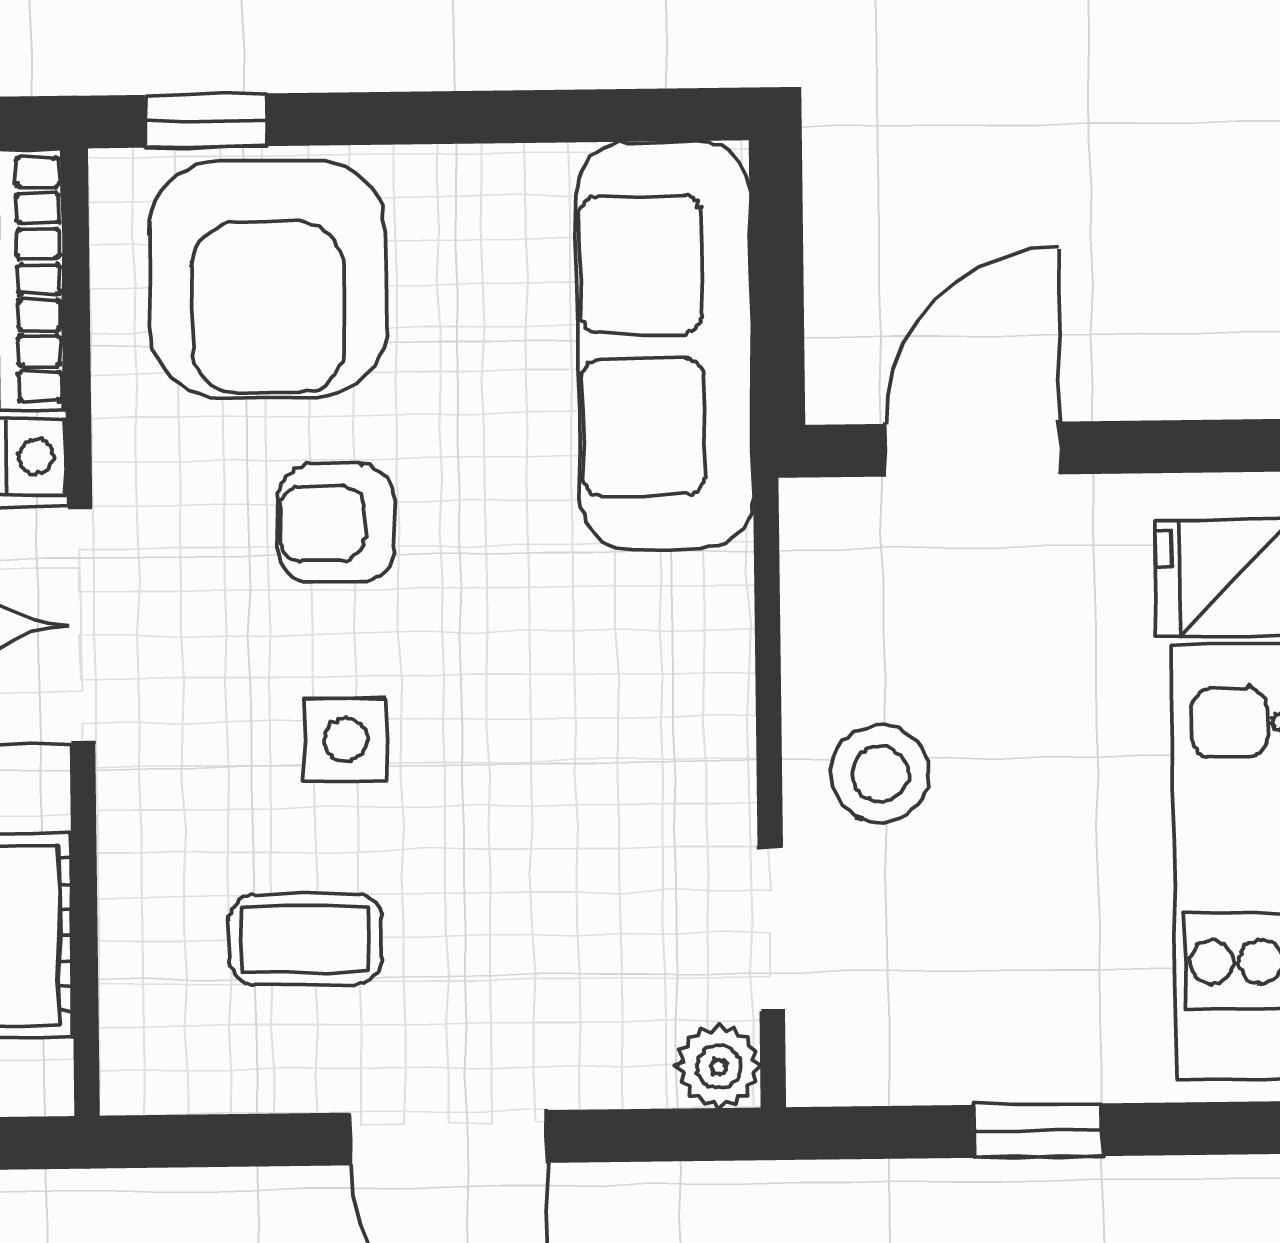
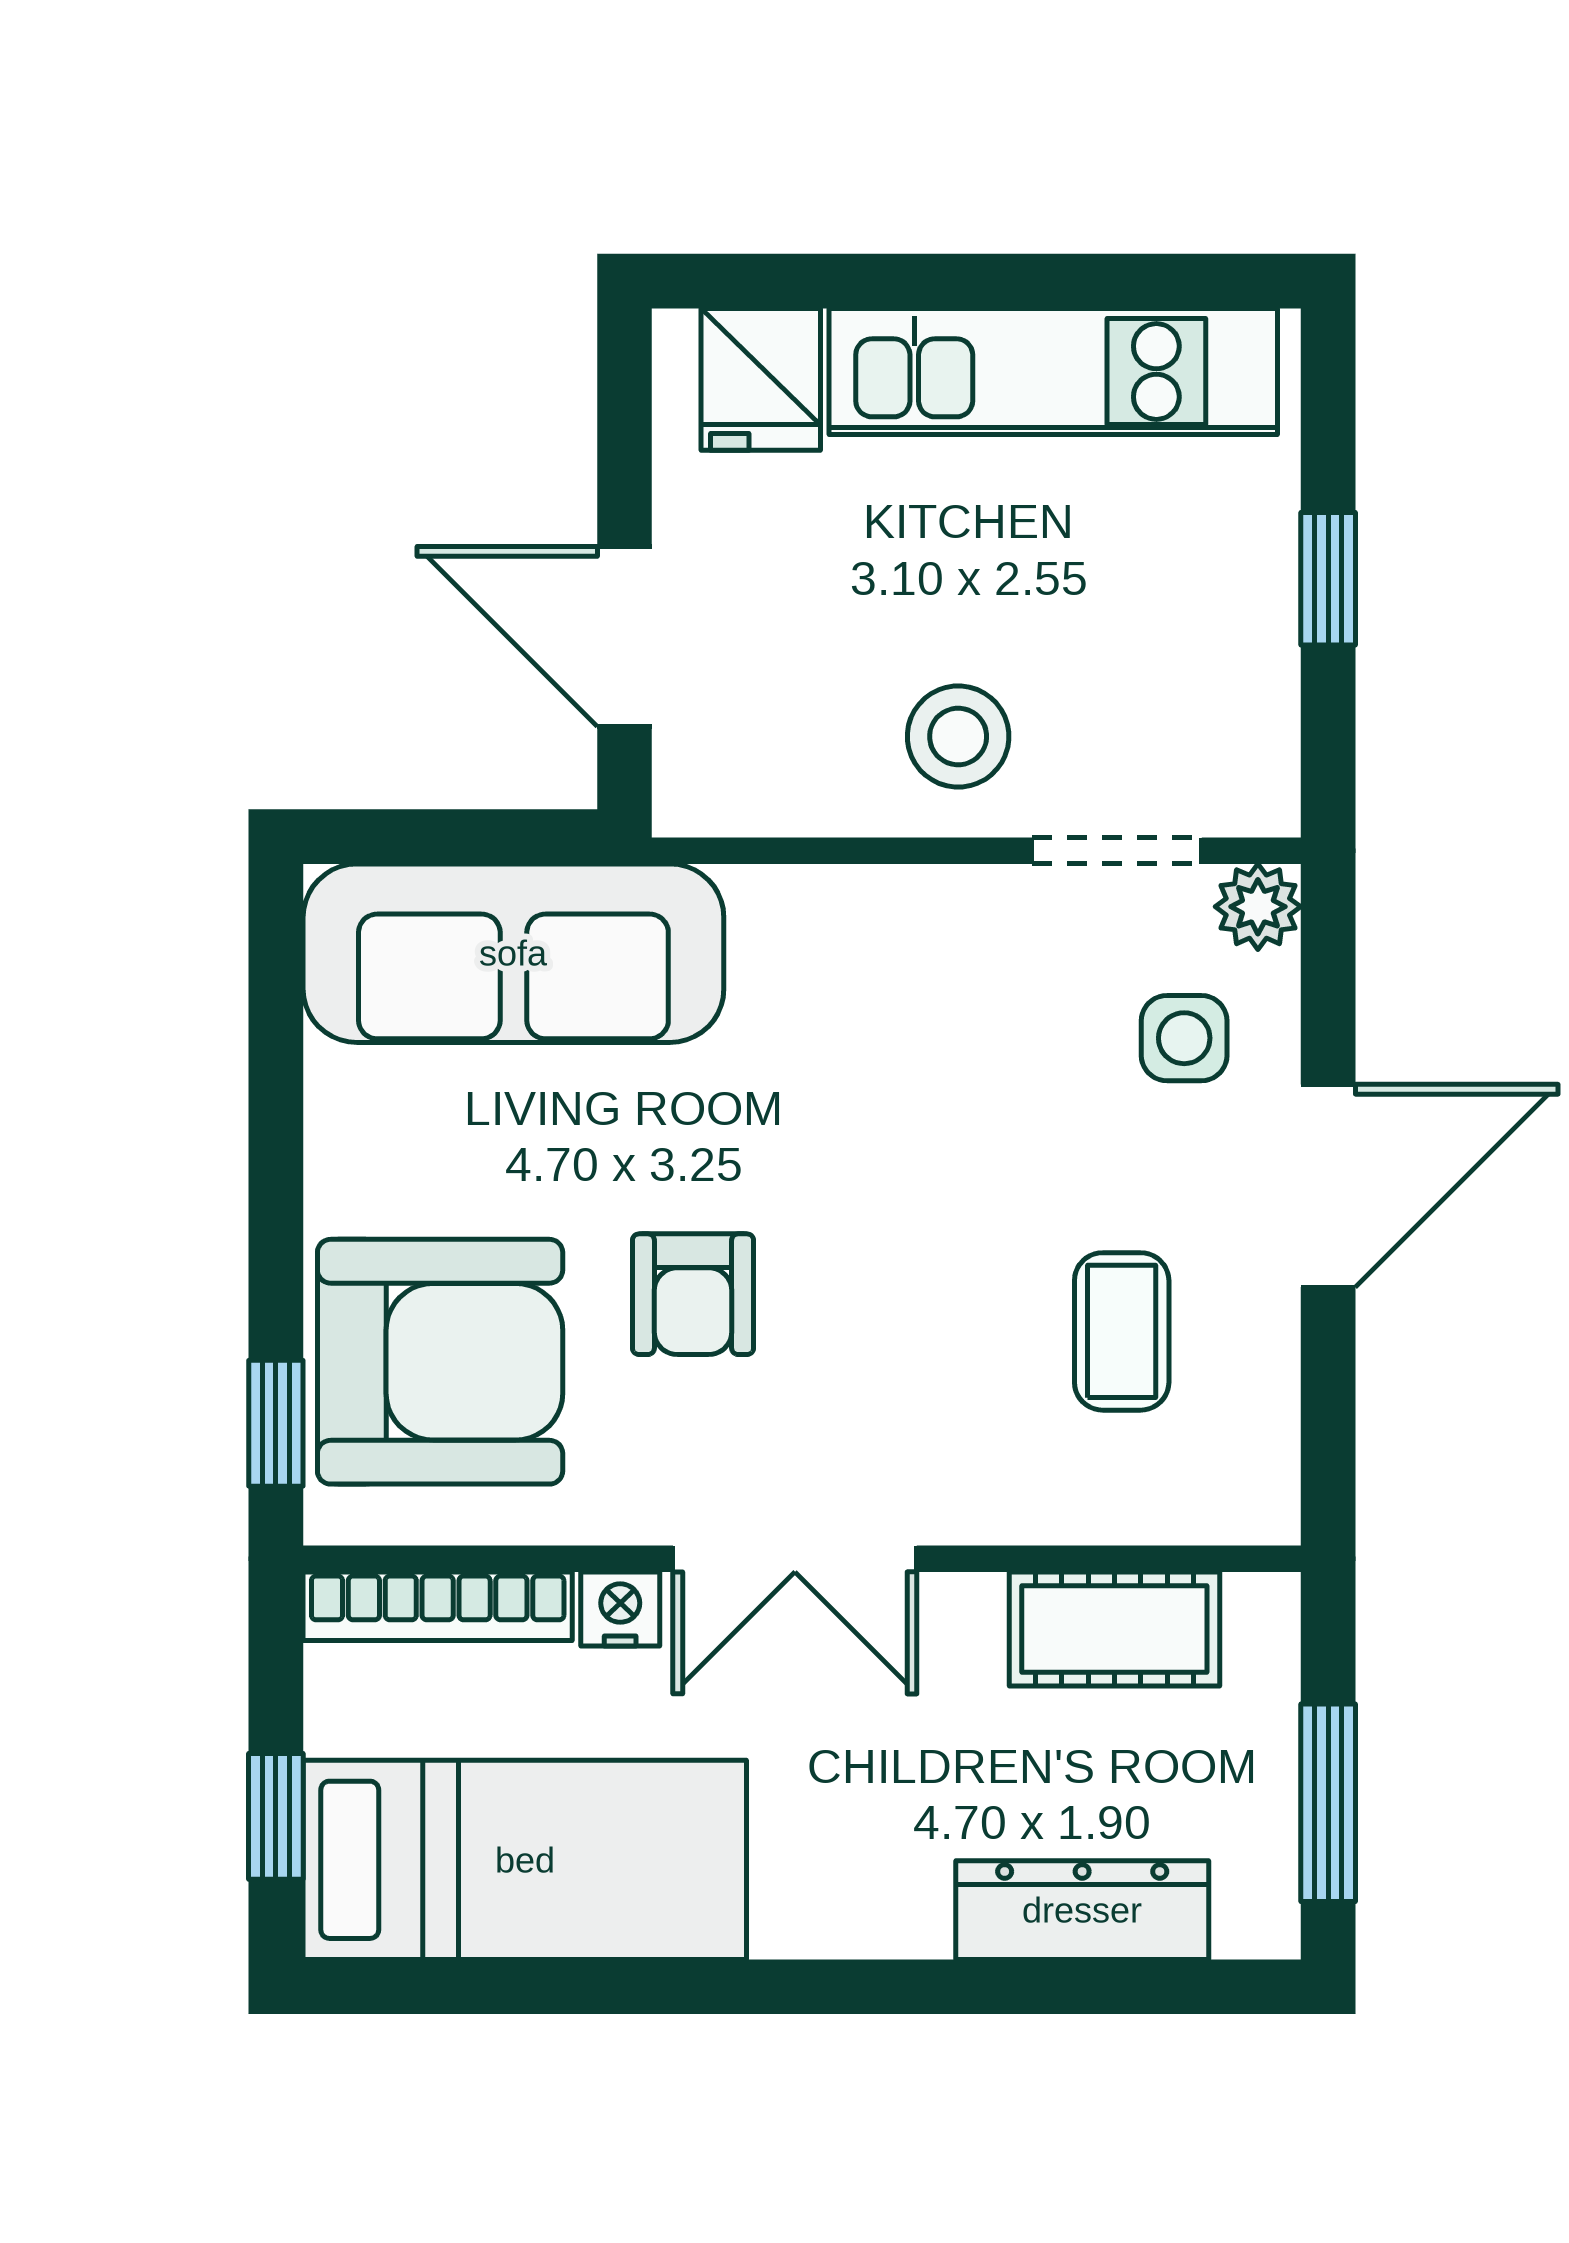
side table: (345, 740) -> (1184, 1038), moved

